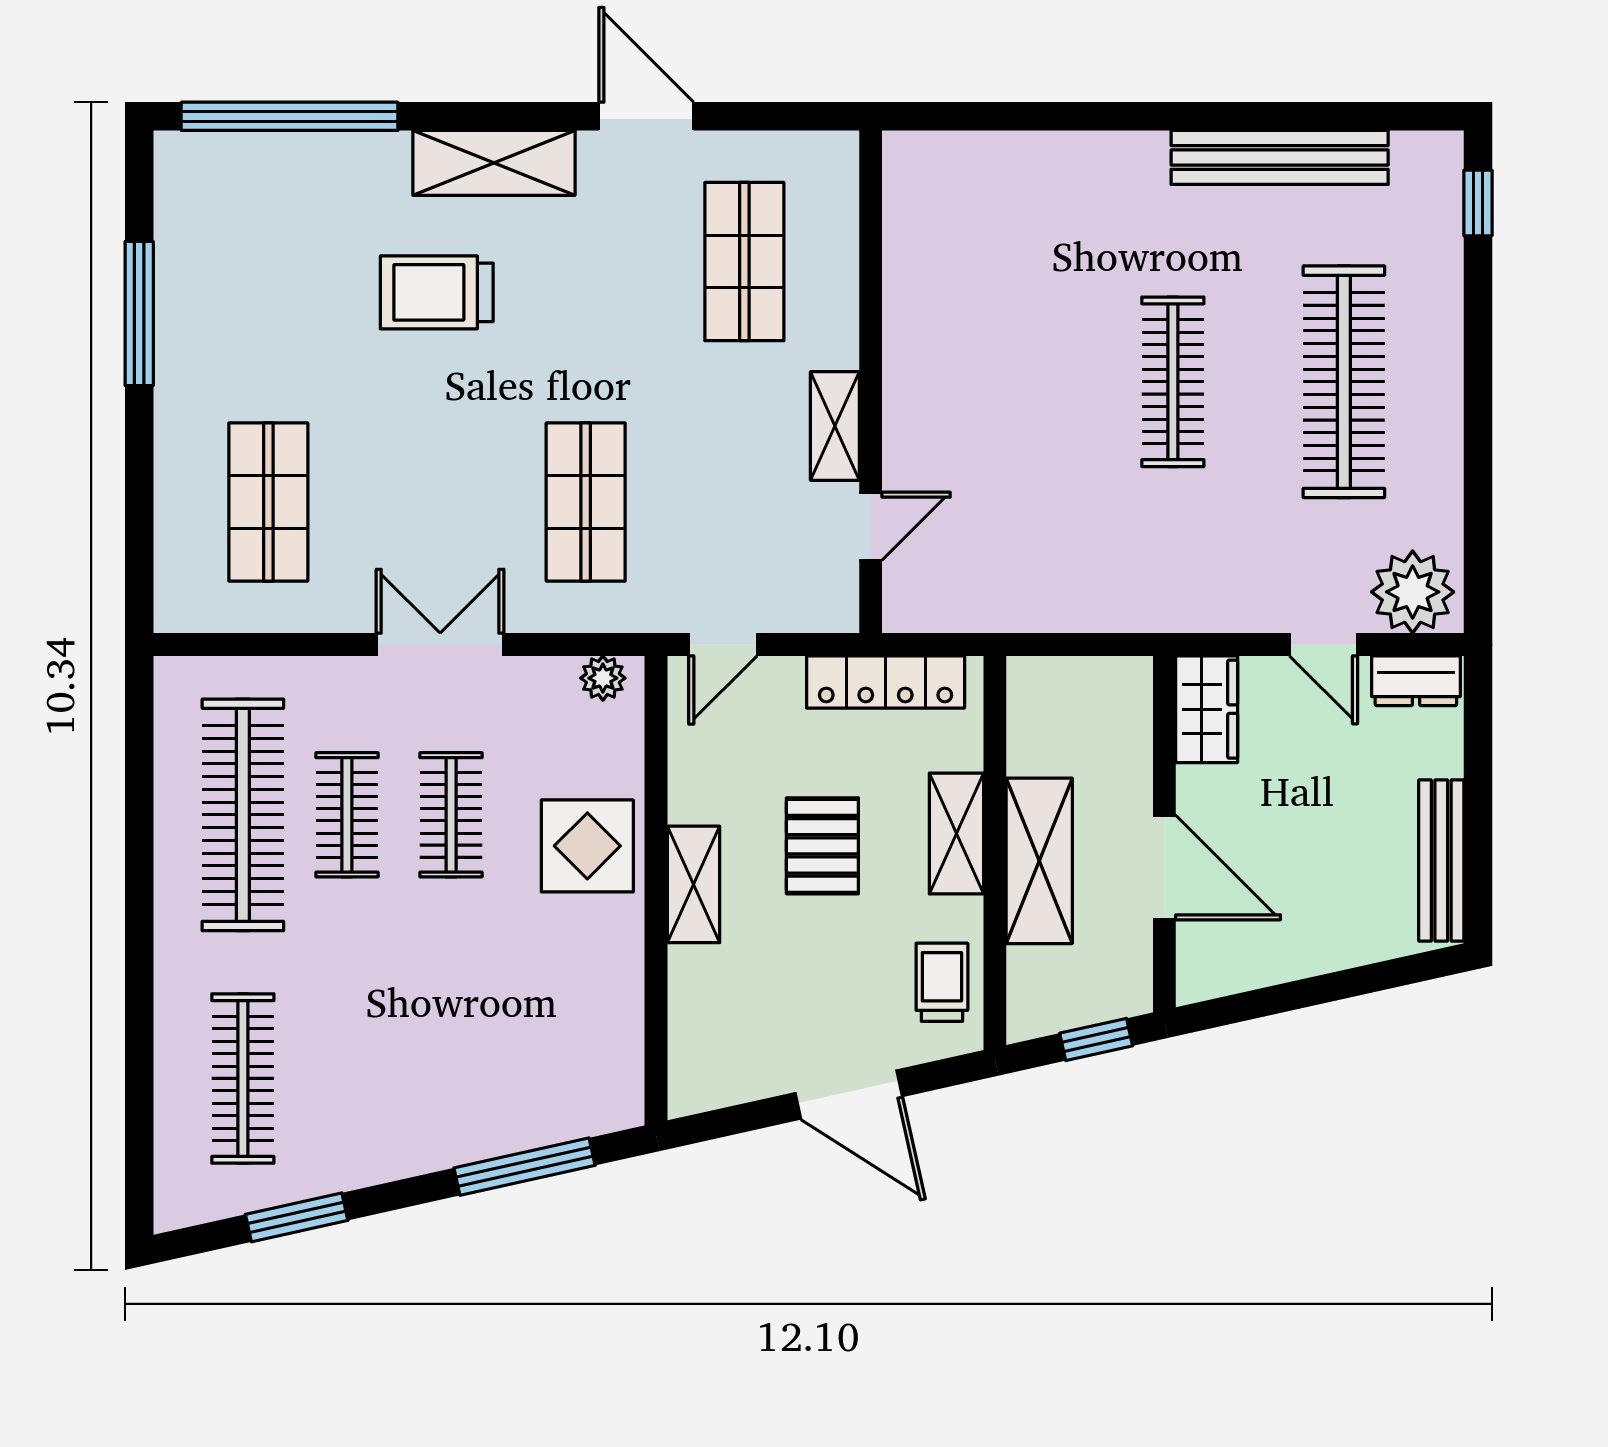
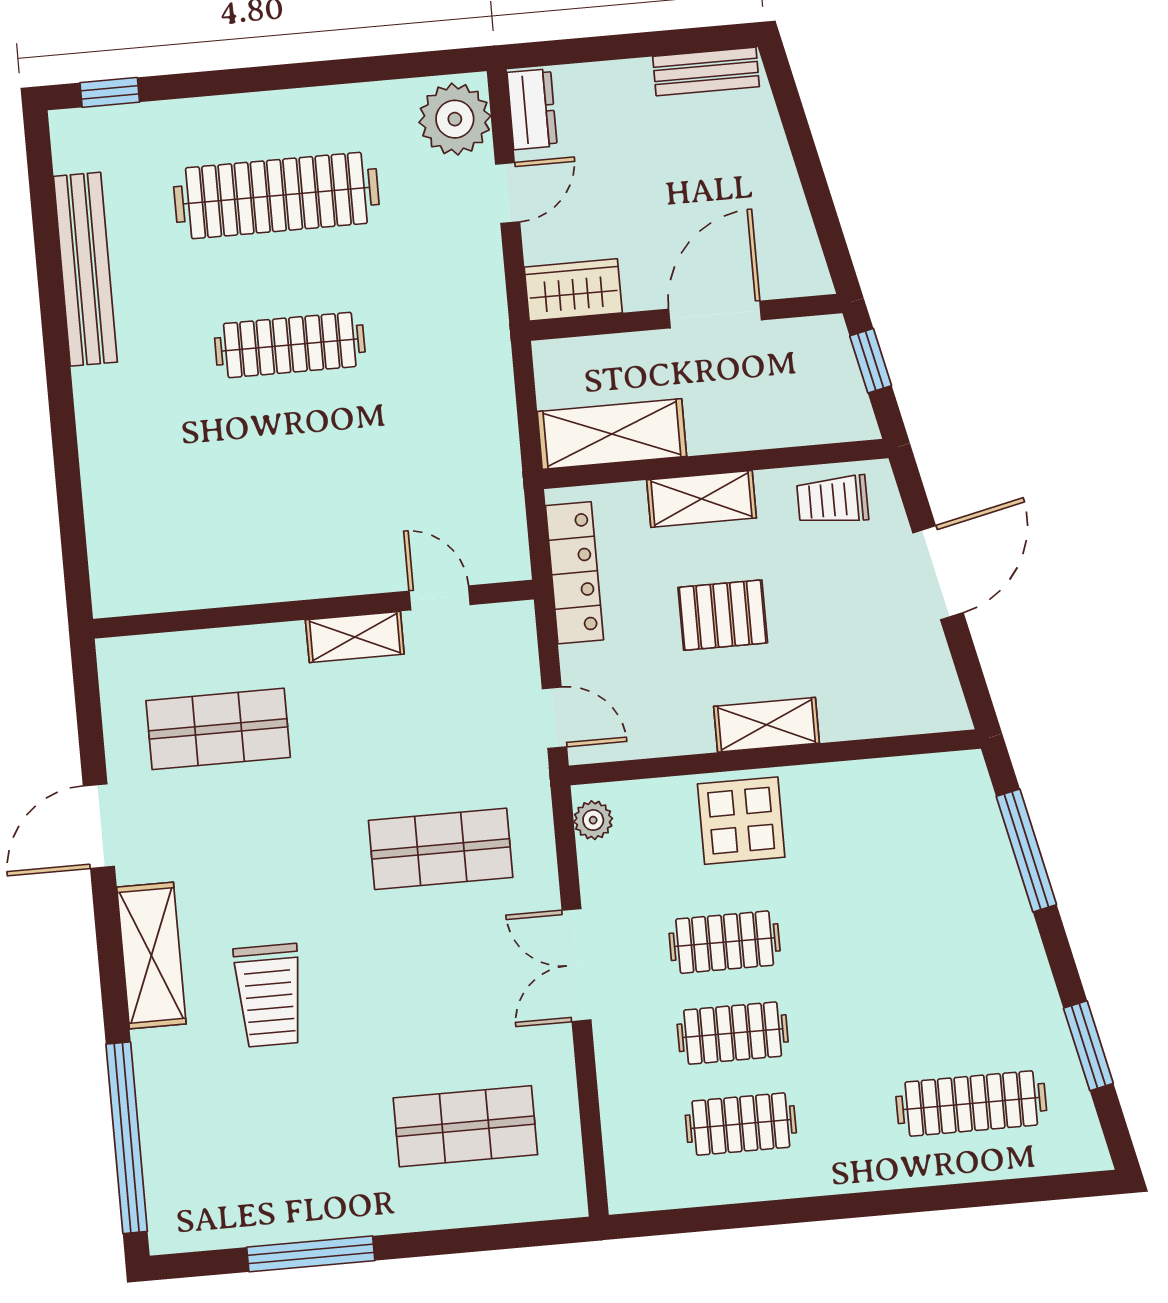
clothes rail: (243, 815) -> (741, 1124), width x0.54, depth x0.76
bench: (1441, 860) -> (706, 71), width x0.73
shelving: (1039, 861) -> (612, 434), moved

